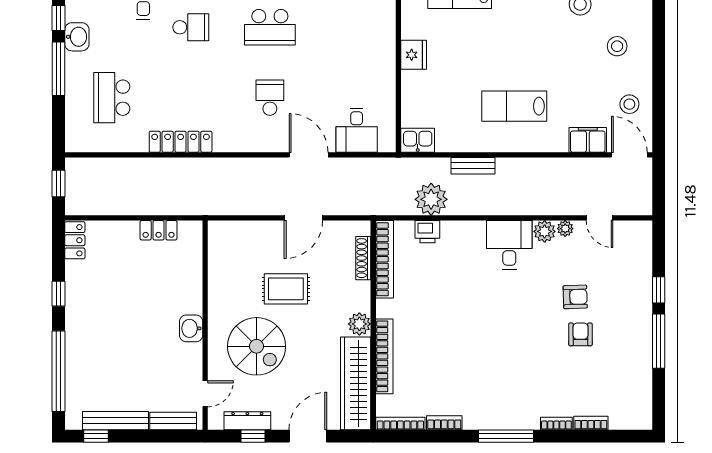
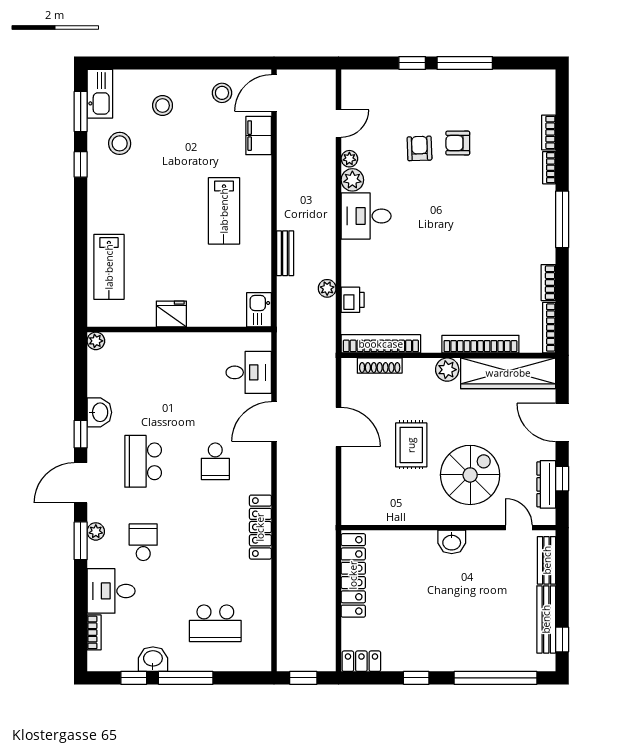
school desk: (270, 27) -> (143, 461), turned 180
school desk: (270, 98) -> (215, 461), turned -90
locker: (181, 142) -> (260, 527), moved
plant: (431, 199) -> (327, 288), width x0.53, depth x0.53
locker: (159, 230) -> (353, 575), width x2.16, depth x1.21

